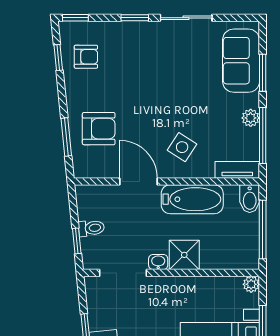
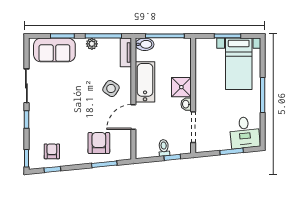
plant: (251, 284) -> (201, 43), removed

